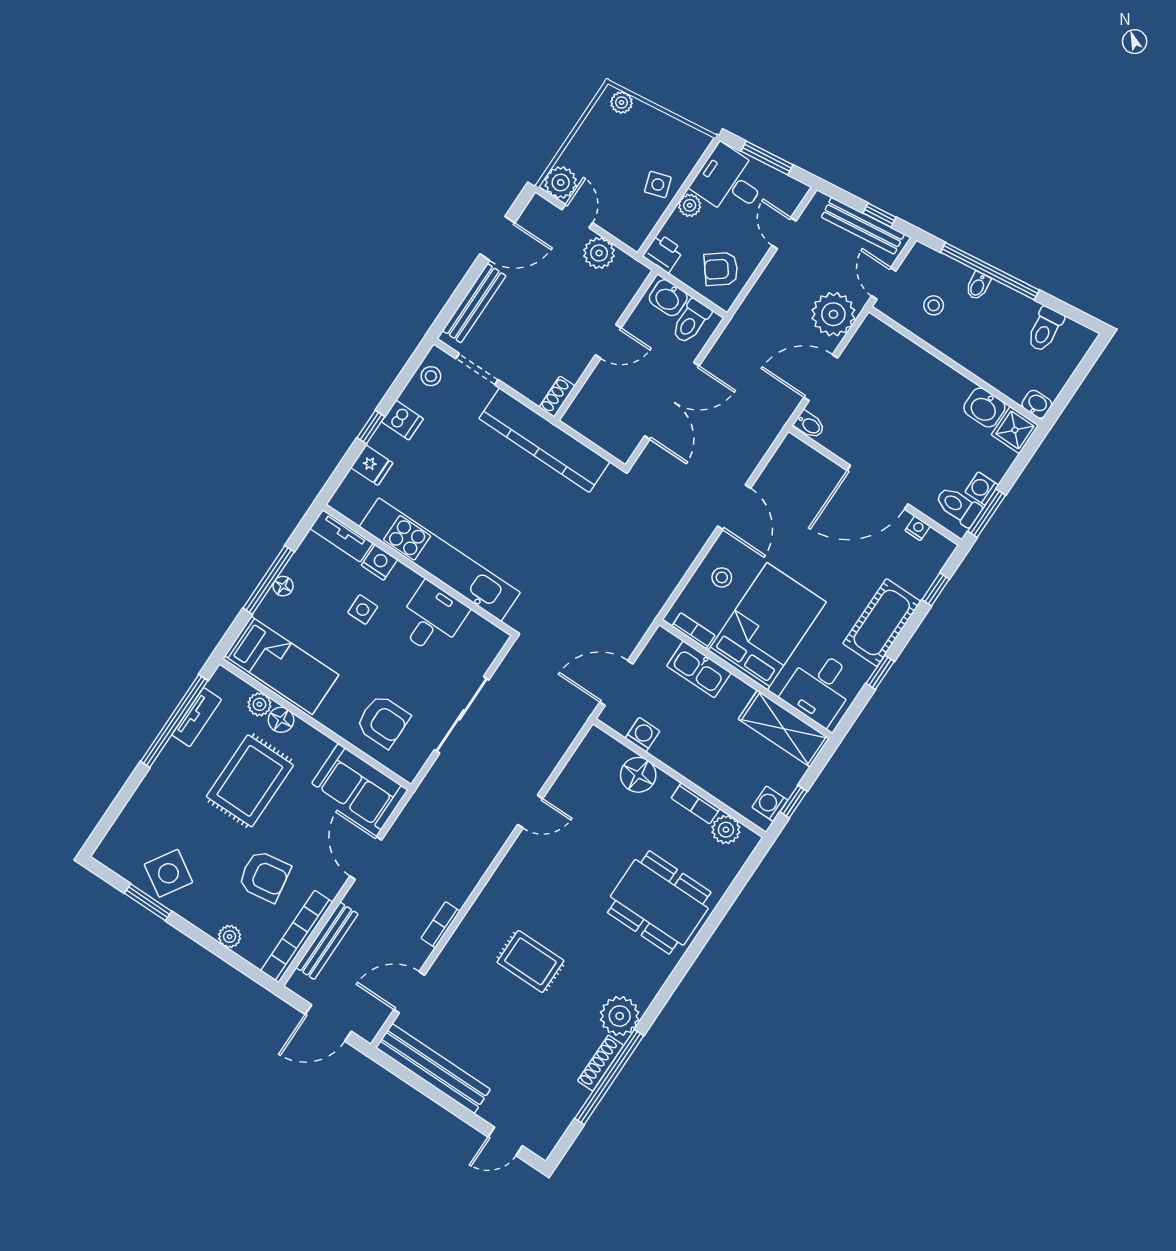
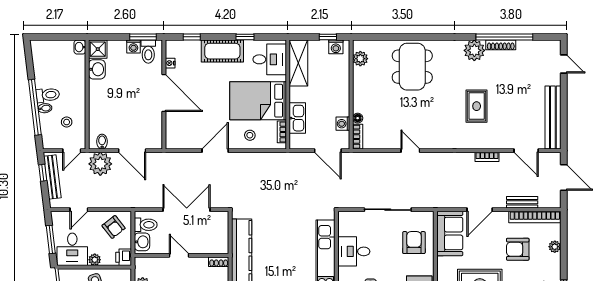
toilet: (1045, 329) -> (48, 95), moved
bidet: (809, 425) -> (102, 142), moved
floor lamp: (638, 775) -> (358, 118), width x0.53, depth x0.53
bookcase: (696, 803) -> (358, 137), moved
armchair: (264, 876) -> (518, 249), turned -81
bench: (327, 941) -> (522, 202), width x0.73

